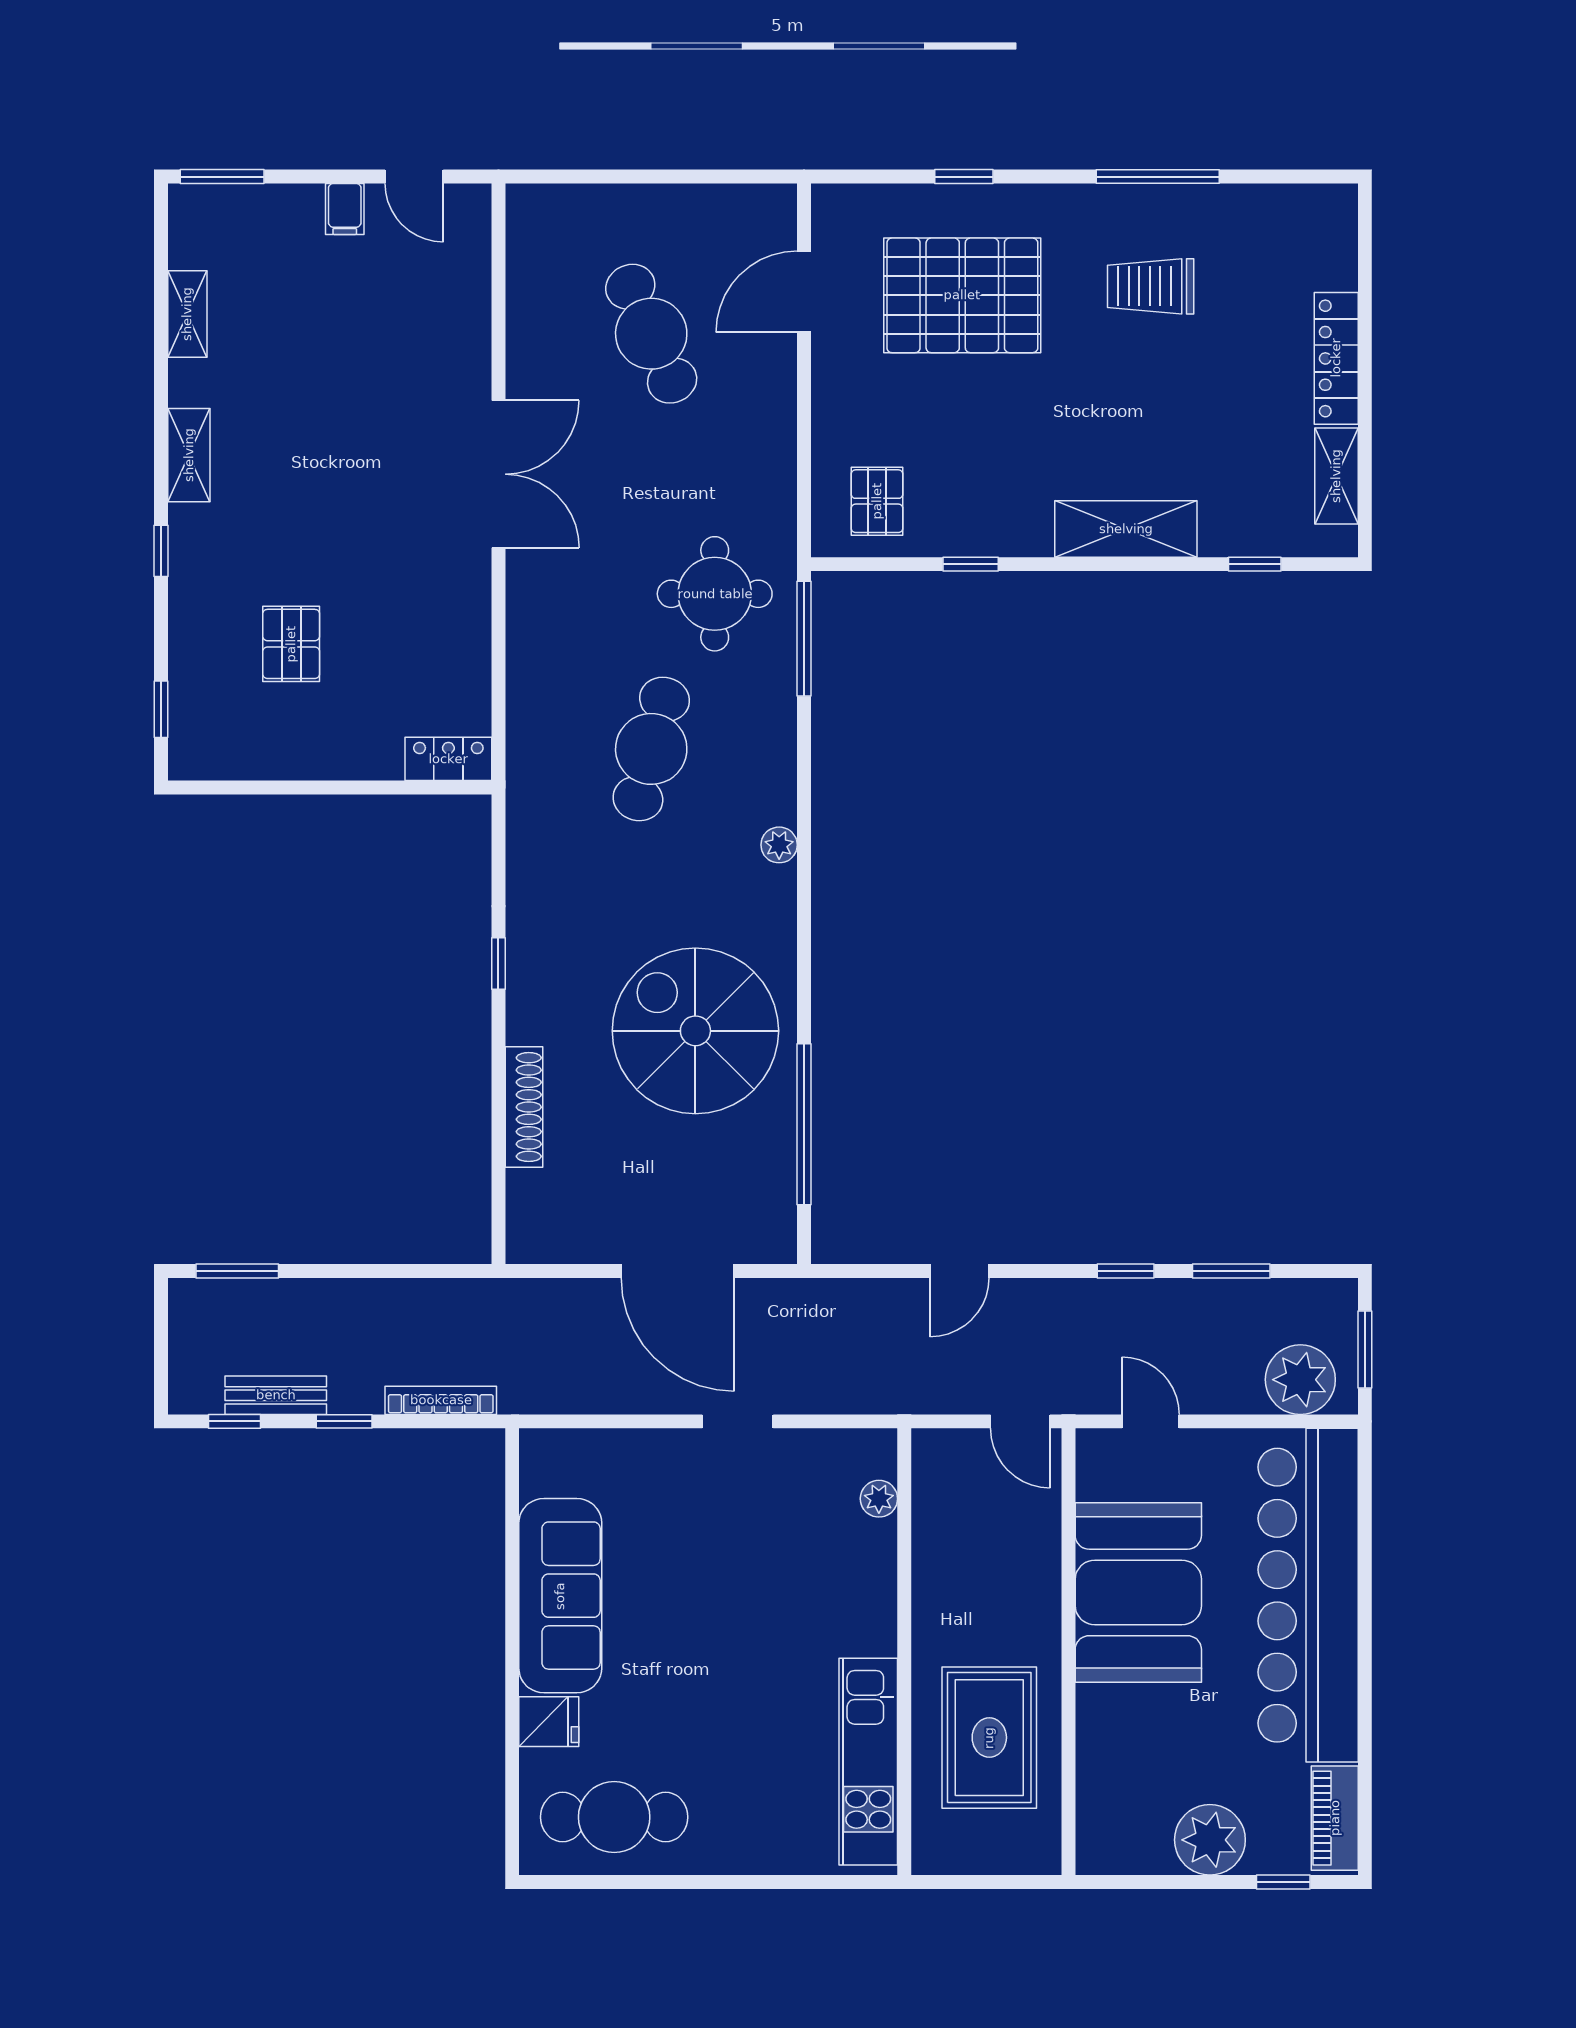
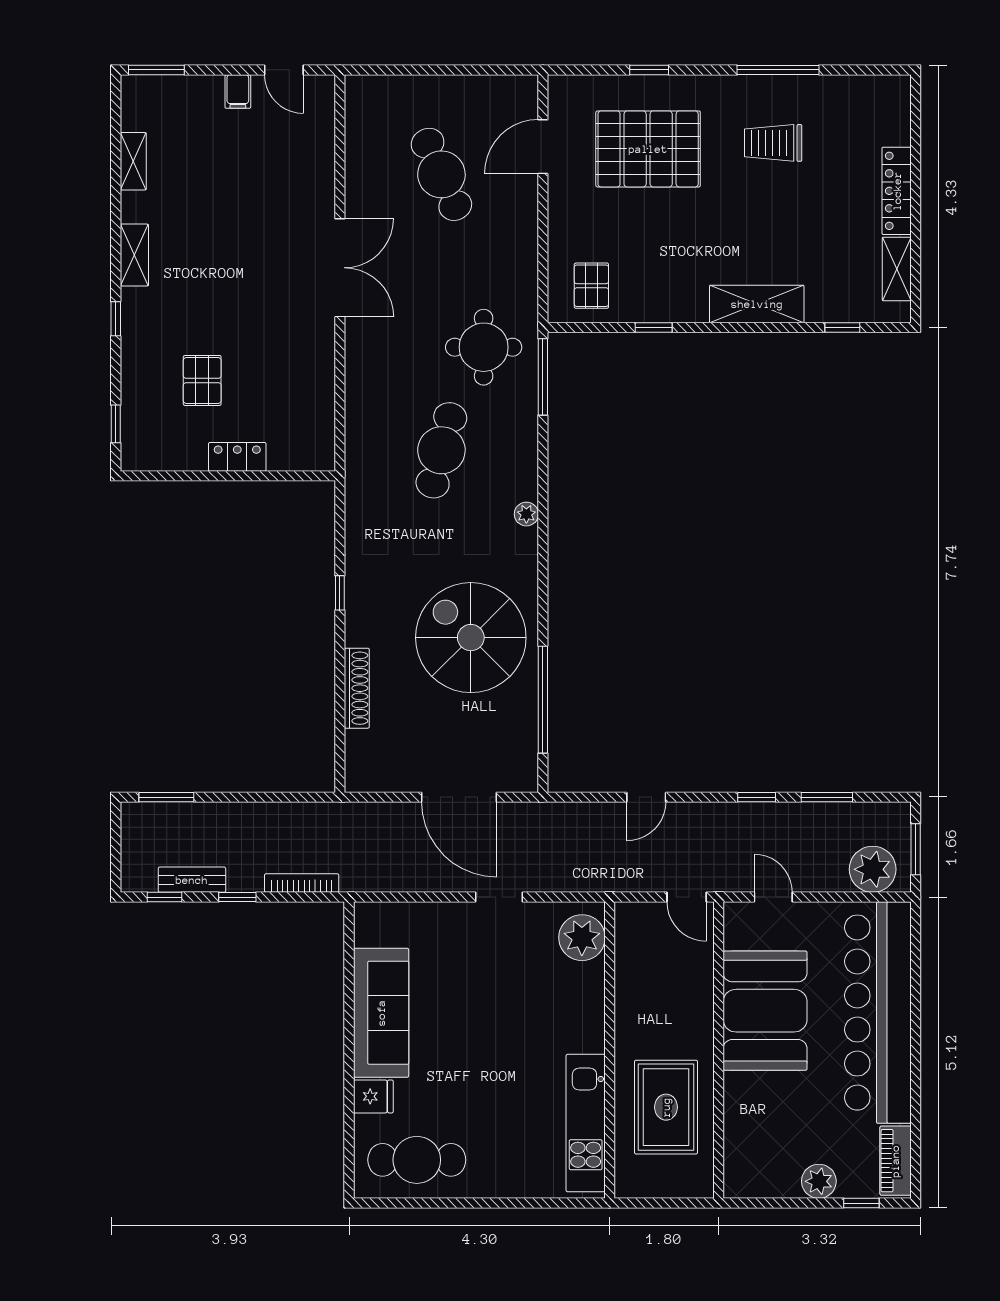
locker: (448, 759) -> (237, 457), moved
plant: (879, 1499) -> (582, 938), width x1.88, depth x1.88
plant: (1210, 1840) -> (819, 1181), width x0.73, depth x0.73

